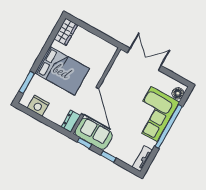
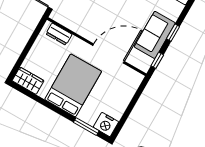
nightstand: (38, 106) -> (106, 125), moved, turned 90
dresser: (71, 121) -> (59, 34), moved
sofa: (94, 134) -> (155, 35), moved

